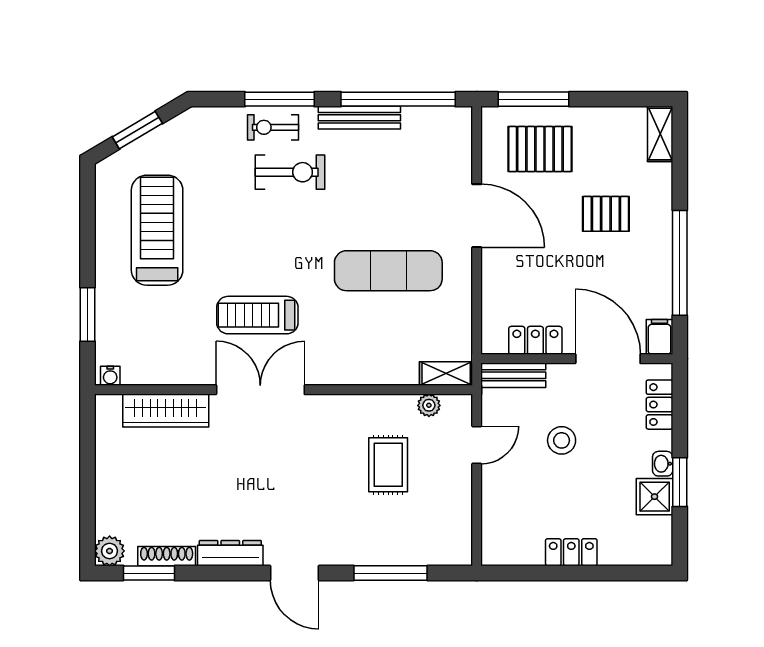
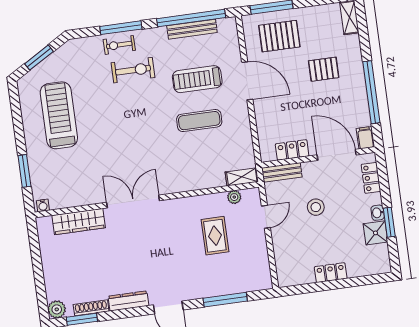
bench: (359, 118) -> (192, 29), moved
exercise mat: (388, 271) -> (199, 121), width x0.73, depth x0.69
treadmill: (257, 315) -> (197, 79), moved

